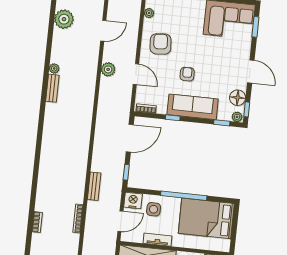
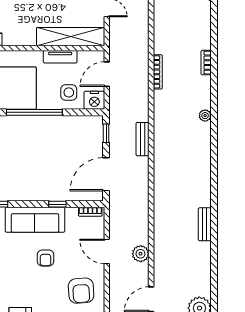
plant: (54, 68) -> (205, 116), moved
bench: (94, 186) -> (143, 139), moved

